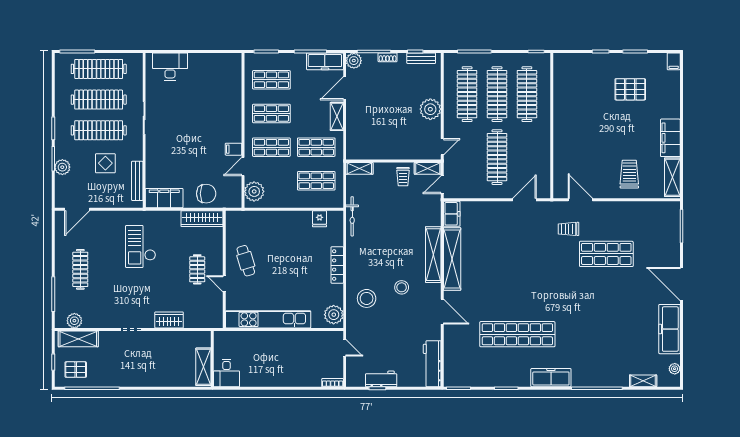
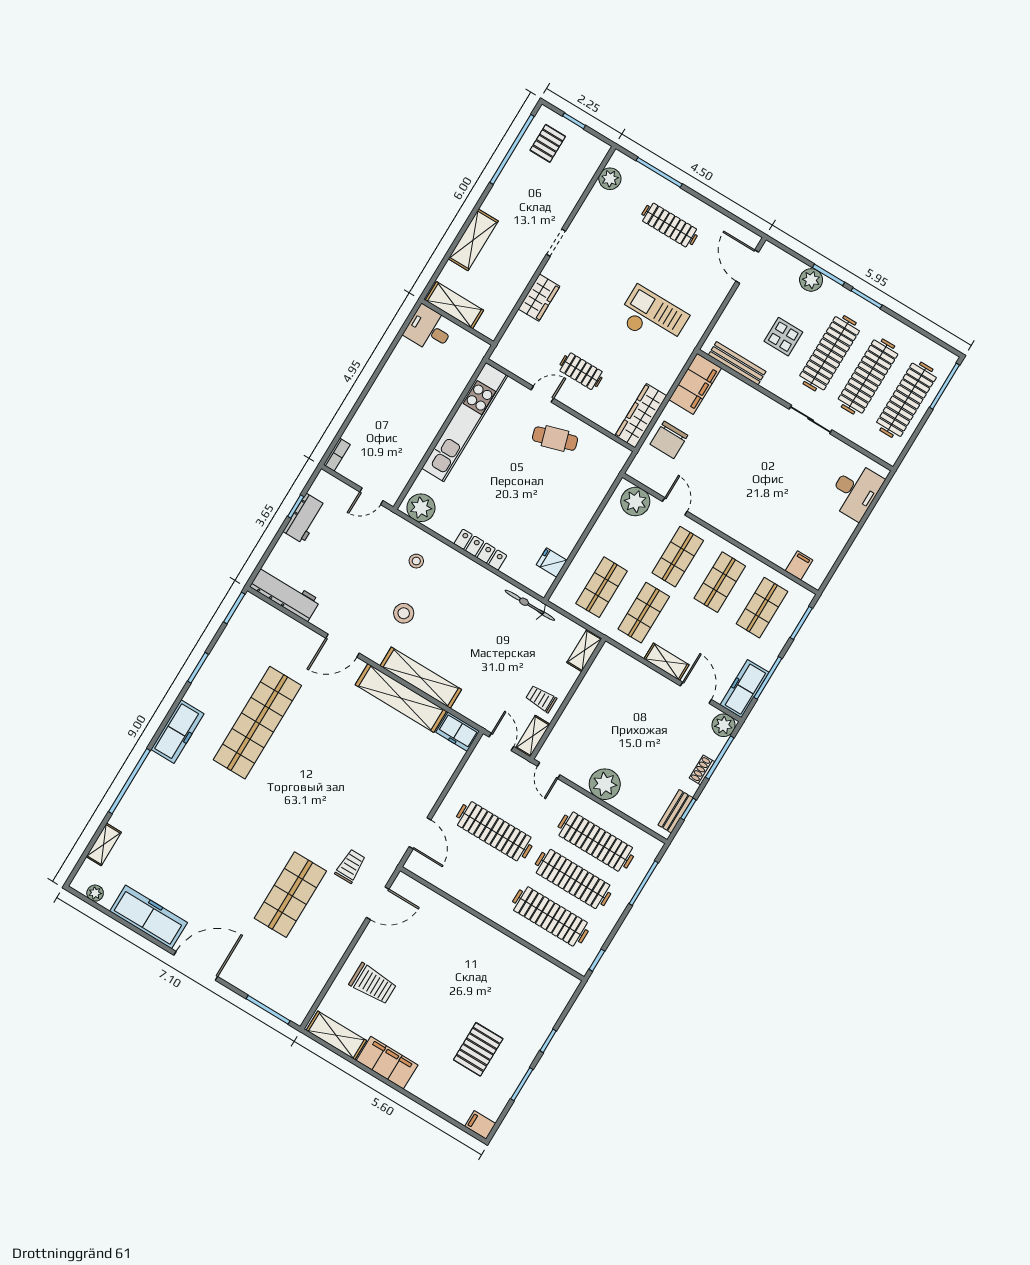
filing cabinet: (234, 149) -> (799, 565), moved
stool: (367, 298) -> (416, 561), width x0.53, depth x0.53
shelving: (78, 339) -> (473, 240), moved

